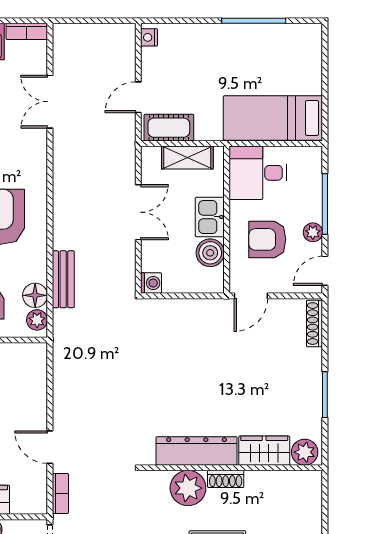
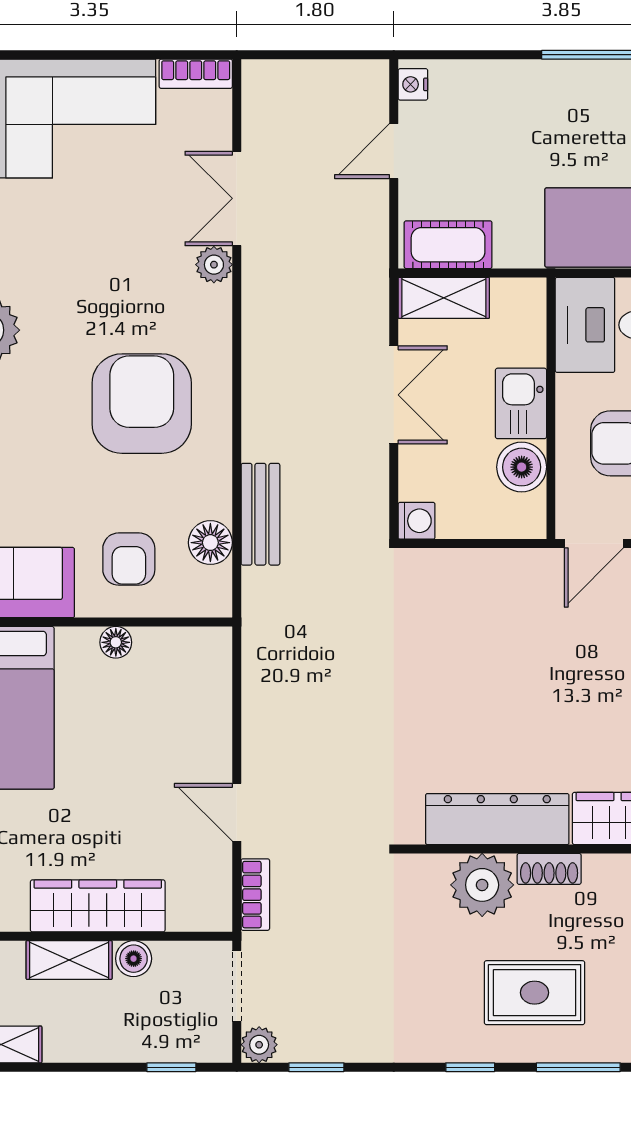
door: (138, 97) -> (394, 151), moved
shelving: (187, 158) -> (444, 298), moved
plant: (37, 320) -> (214, 265), moved

